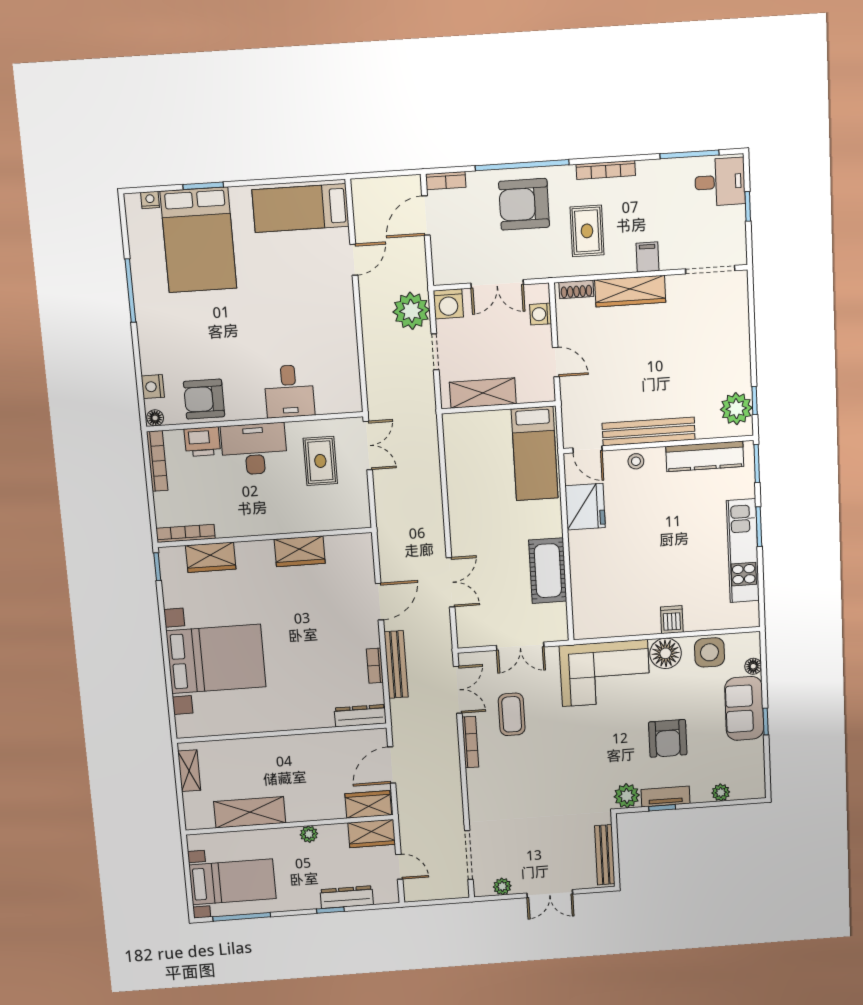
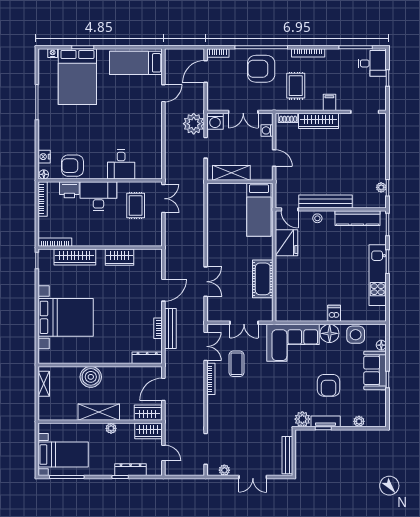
plant: (736, 409) -> (381, 187), width x0.53, depth x0.53
wardrobe: (211, 557) -> (75, 257), width x1.50
boiler: (268, 754) -> (91, 377), added
shelving: (250, 812) -> (99, 412), moved

